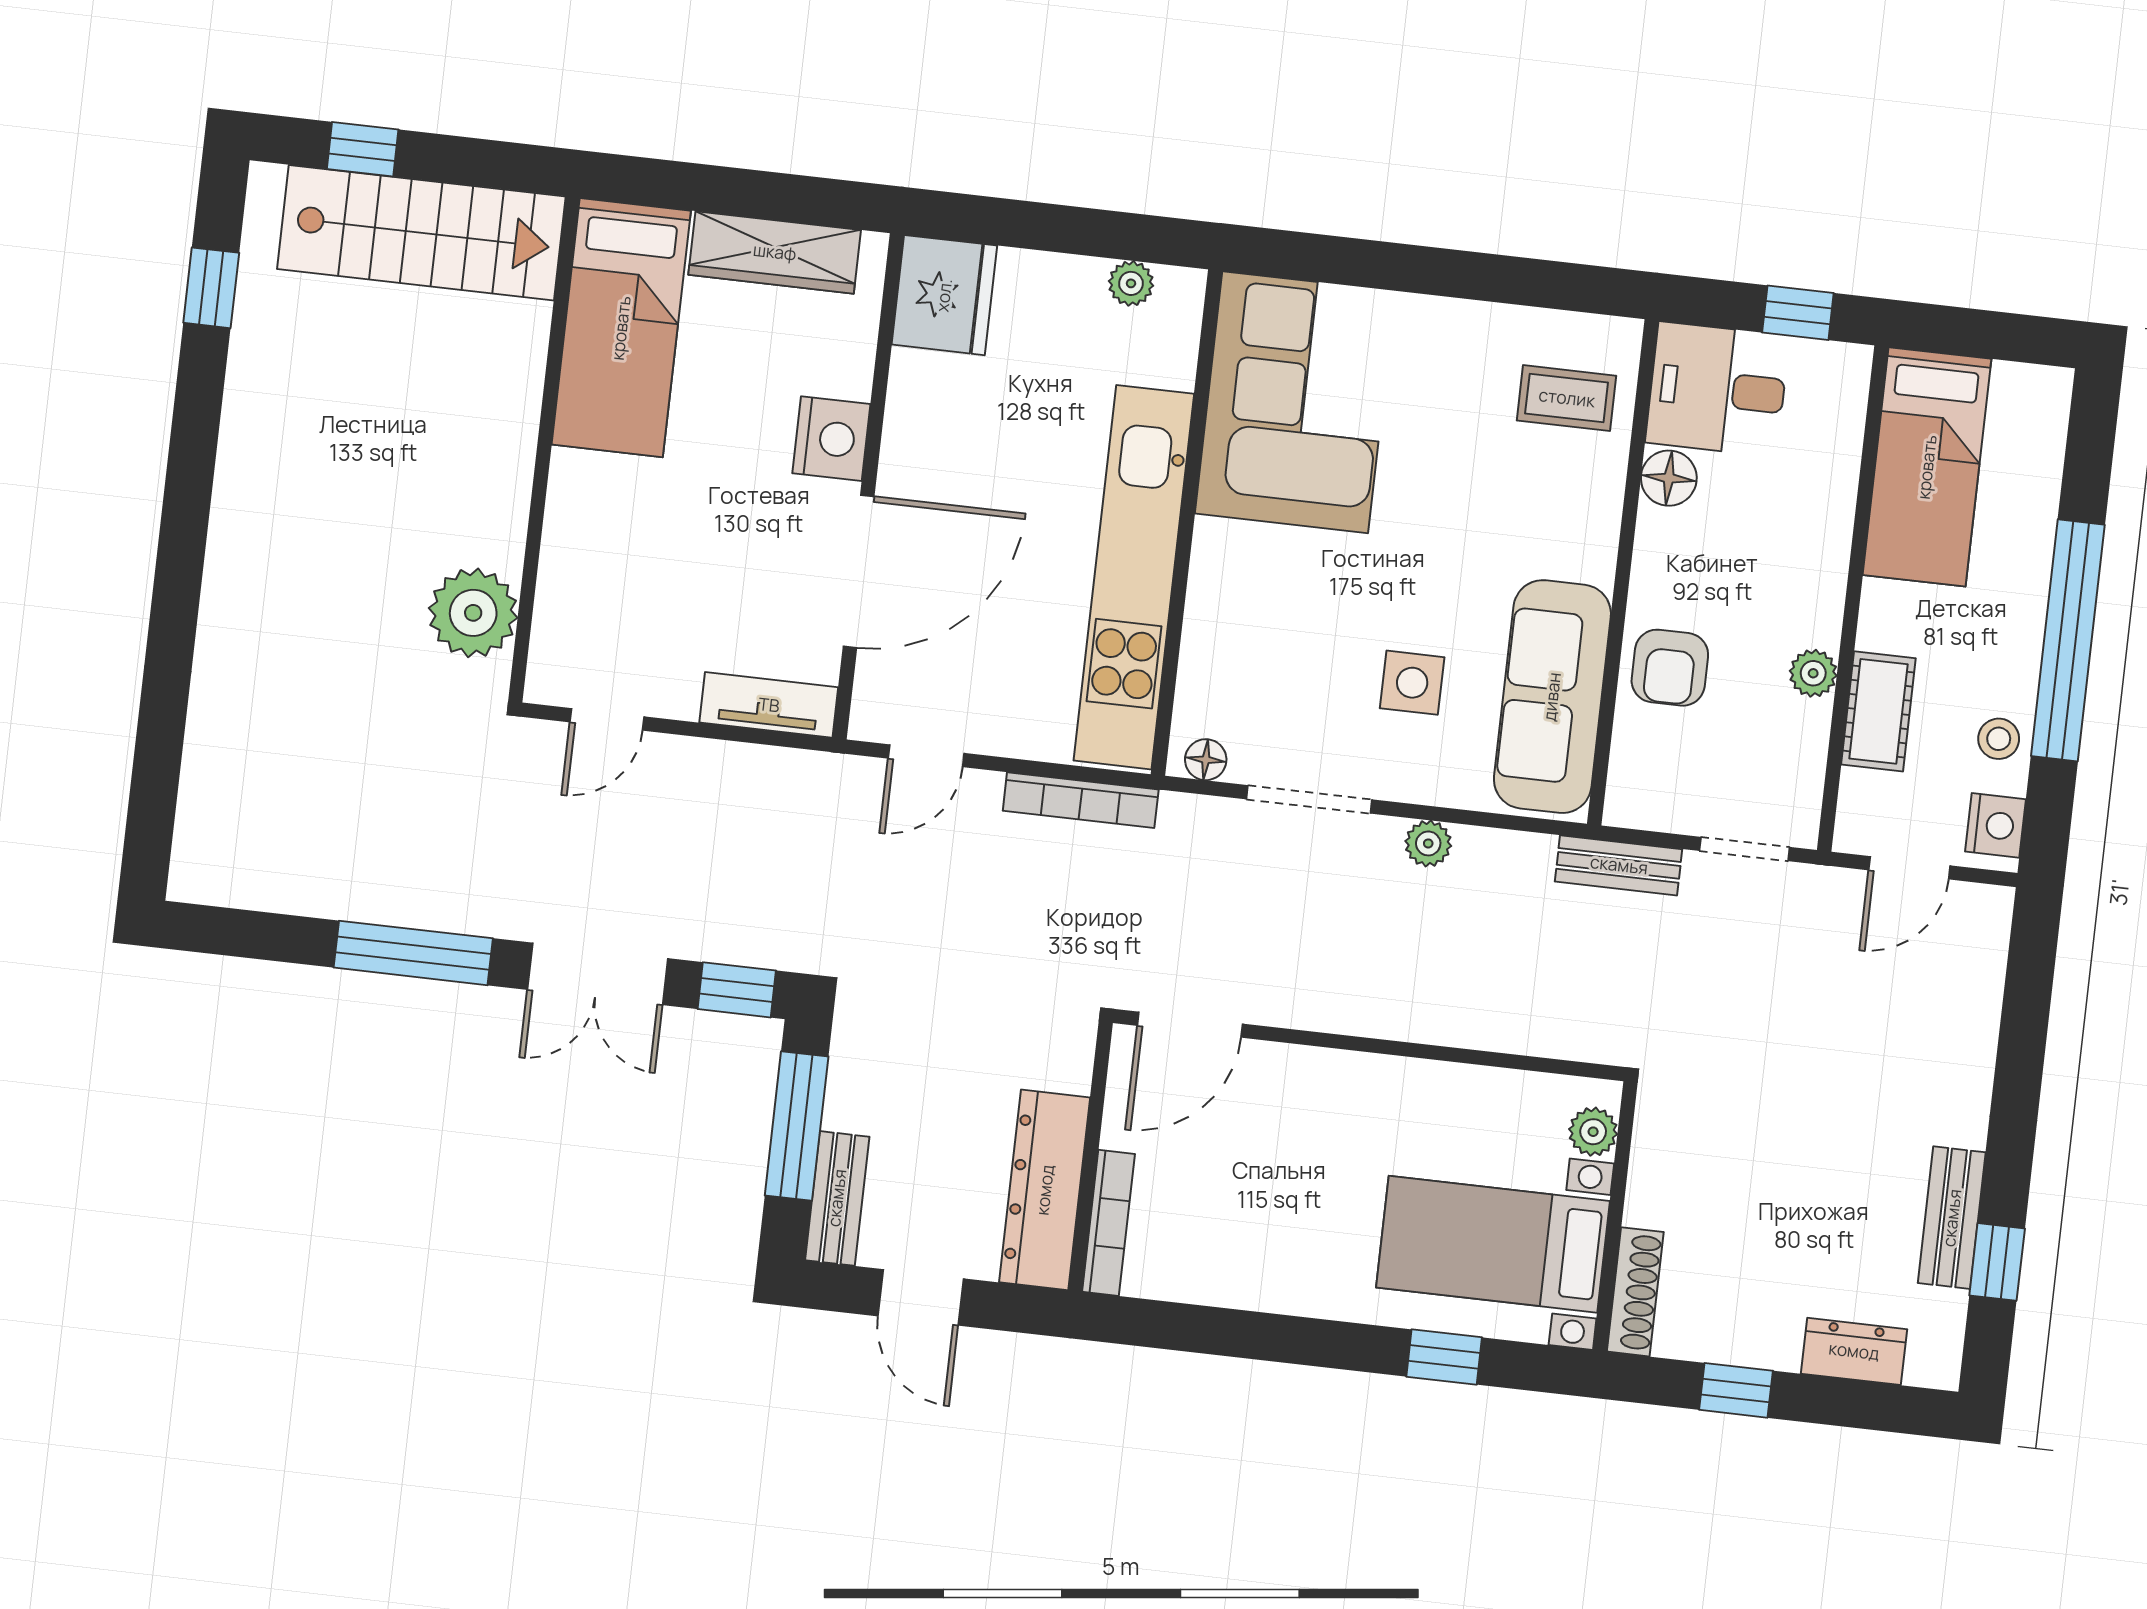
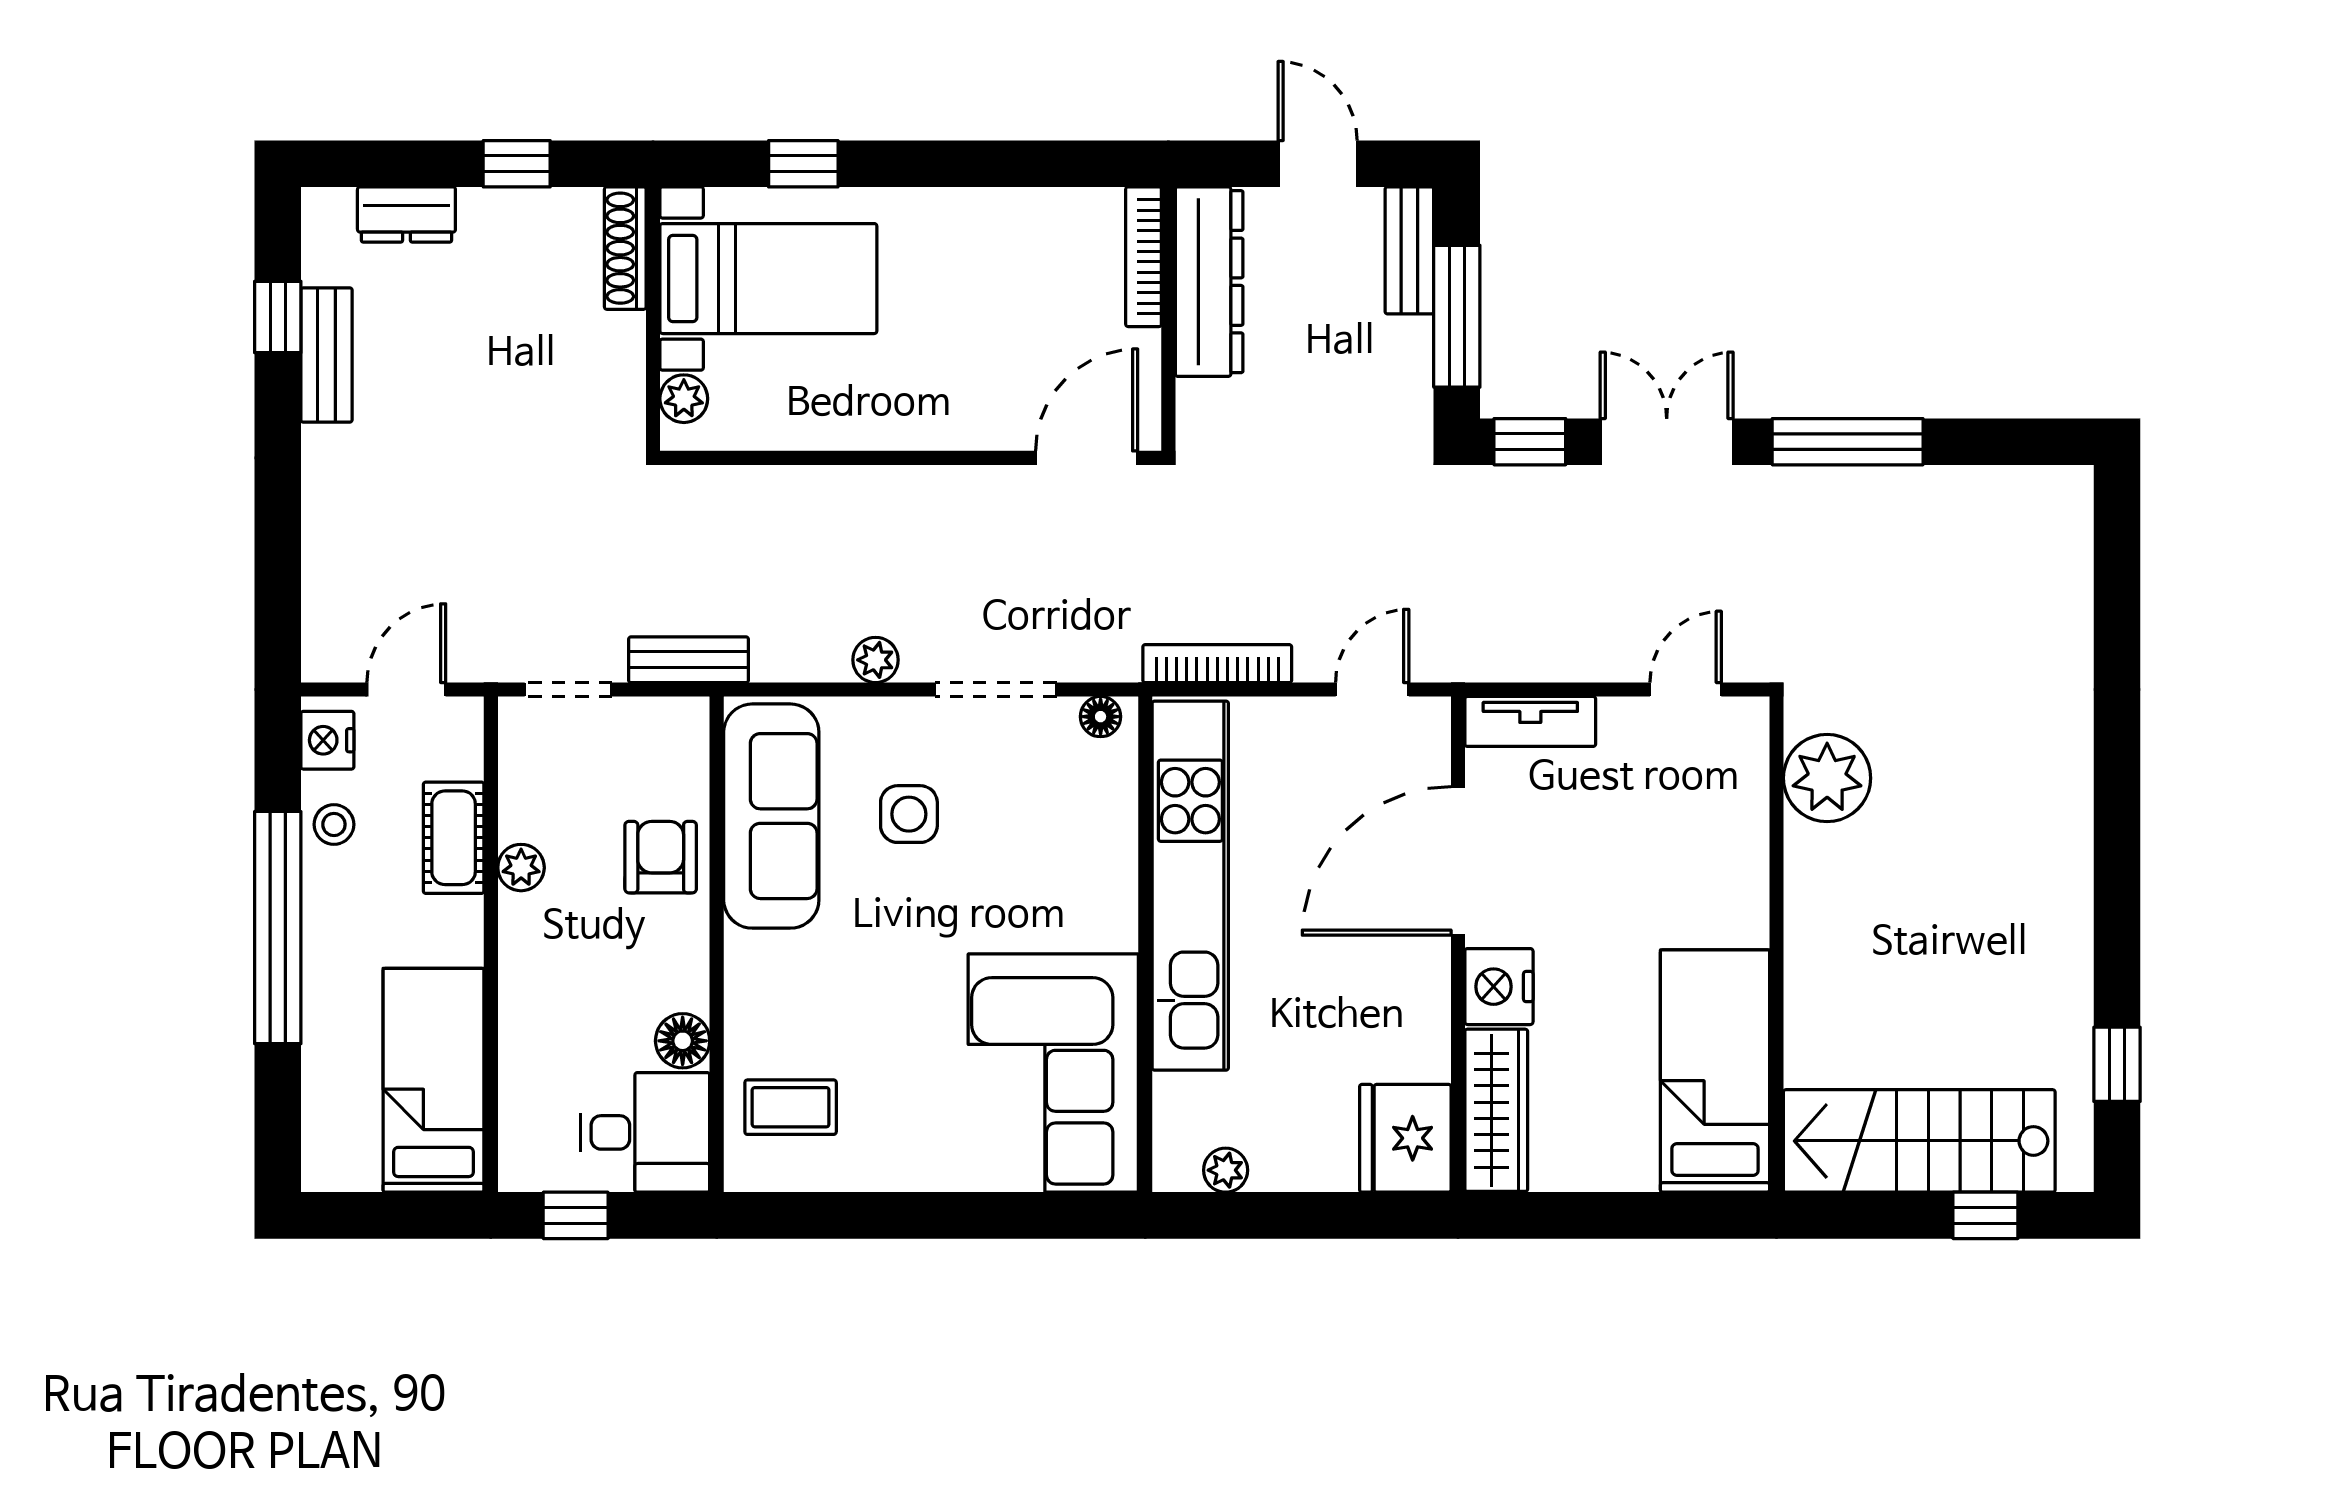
wardrobe: (775, 252) -> (1496, 1110), moved, turned 90

